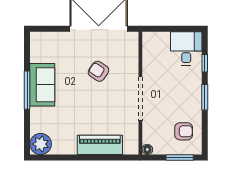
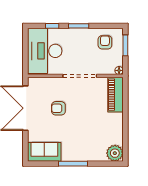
desk: (186, 49) -> (45, 51), width x1.87, depth x1.30
armchair: (98, 71) -> (58, 108), turned 57
sofa: (42, 85) -> (44, 152), moved
piano: (100, 145) -> (116, 95), moved

